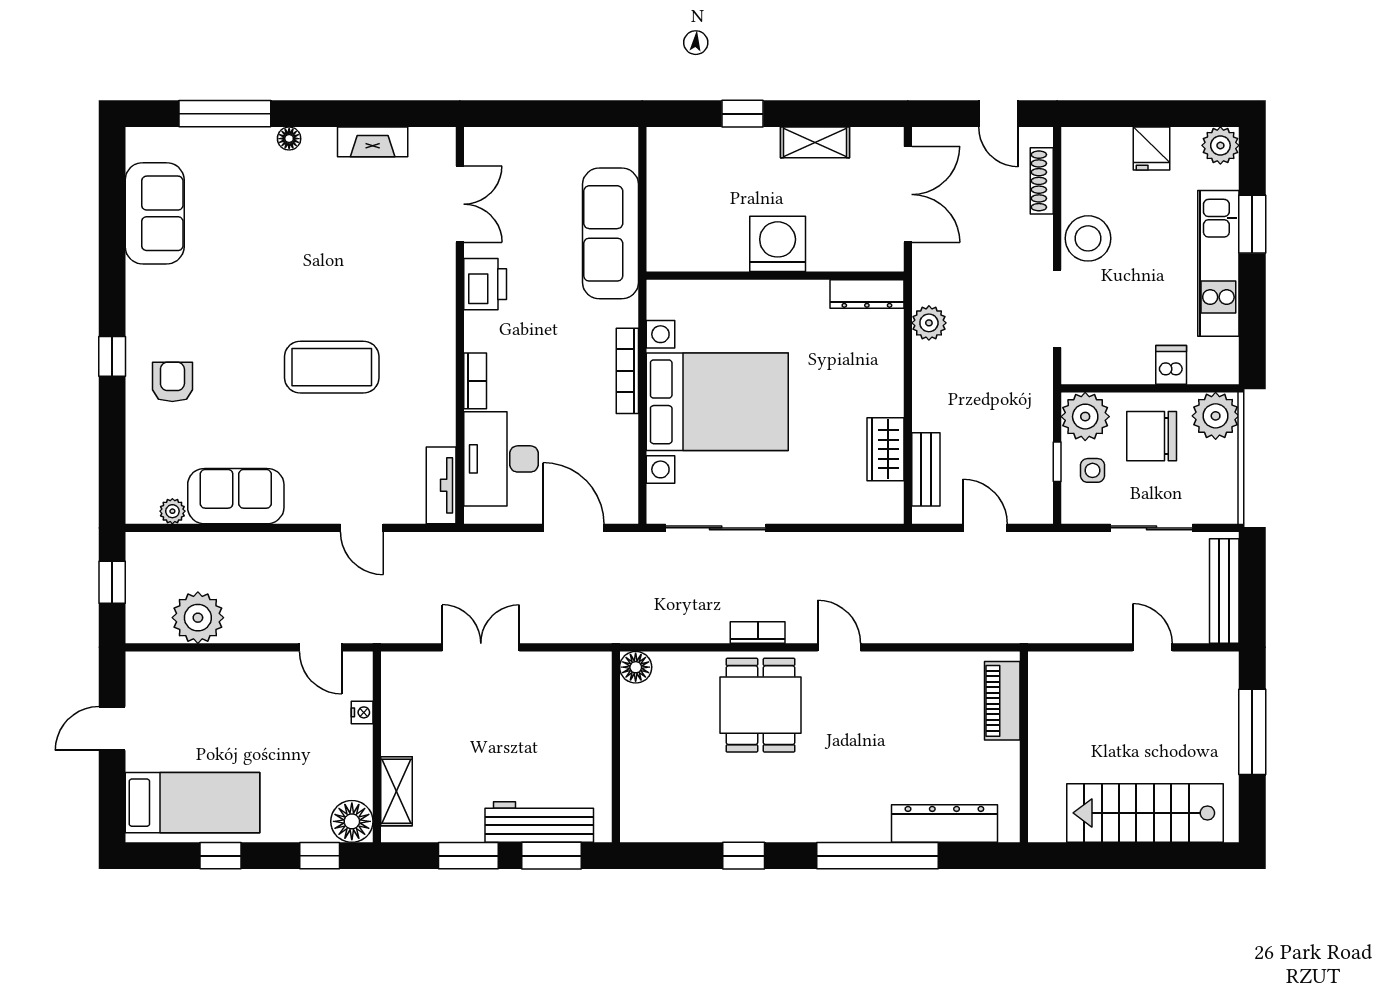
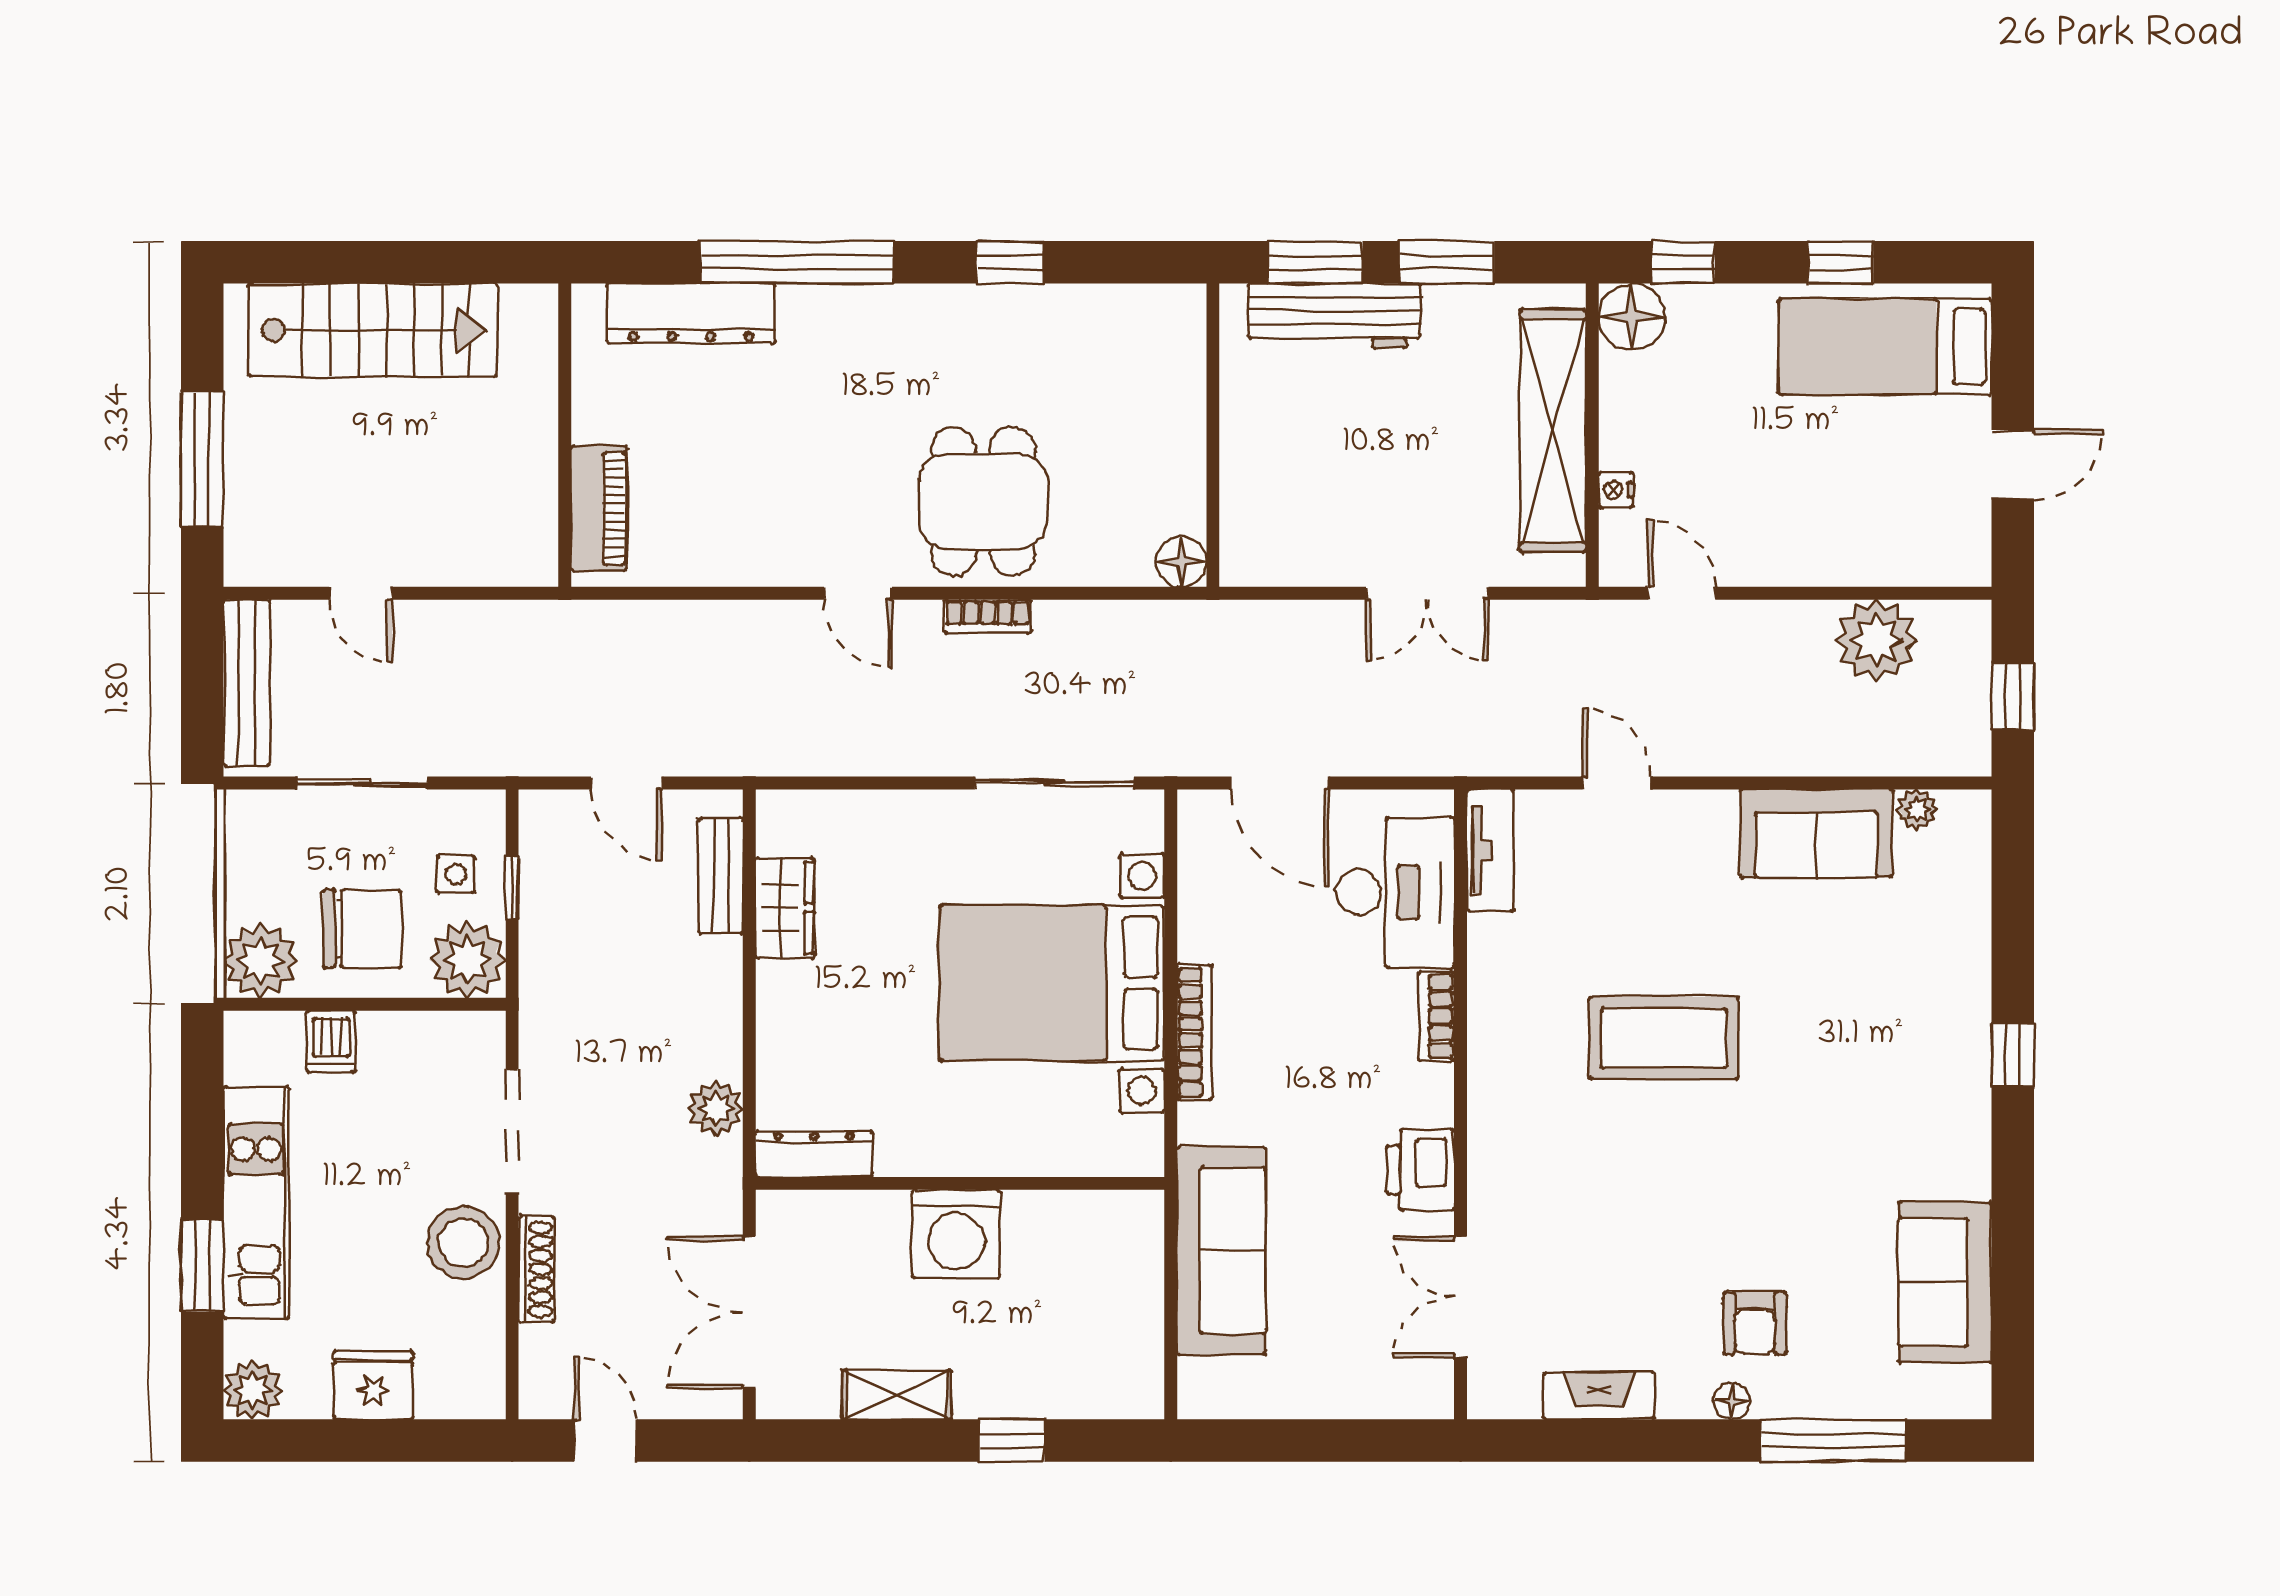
fridge: (1151, 149) -> (373, 1385), width x1.38
shoe rack: (1042, 181) -> (536, 1269), moved
armchair: (172, 382) -> (1755, 1323), moved
shelving: (396, 791) -> (1553, 431), width x2.20, depth x1.33

